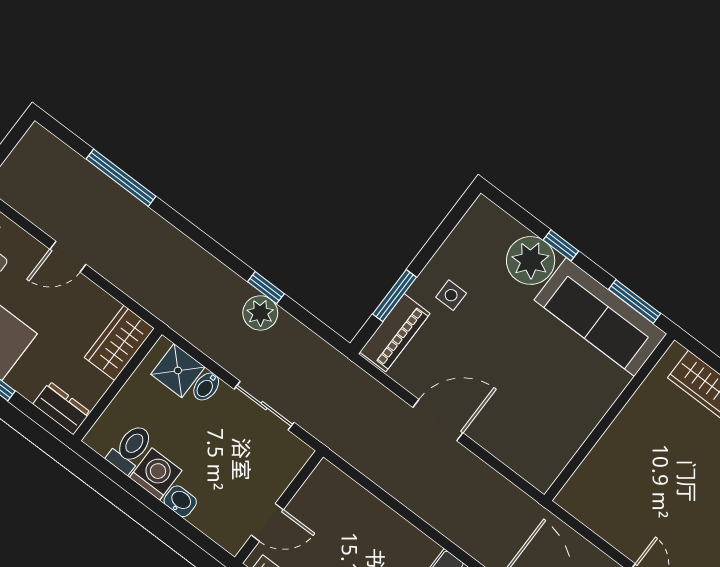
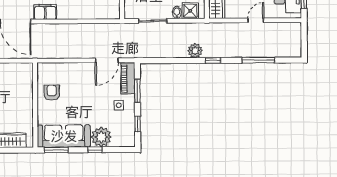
window: (443, 232) -> (138, 124), added
window: (266, 288) -> (213, 60), moved
plant: (260, 313) -> (195, 51), moved
armchair: (560, 417) -> (52, 93), added
door: (438, 420) -> (107, 60), moved

